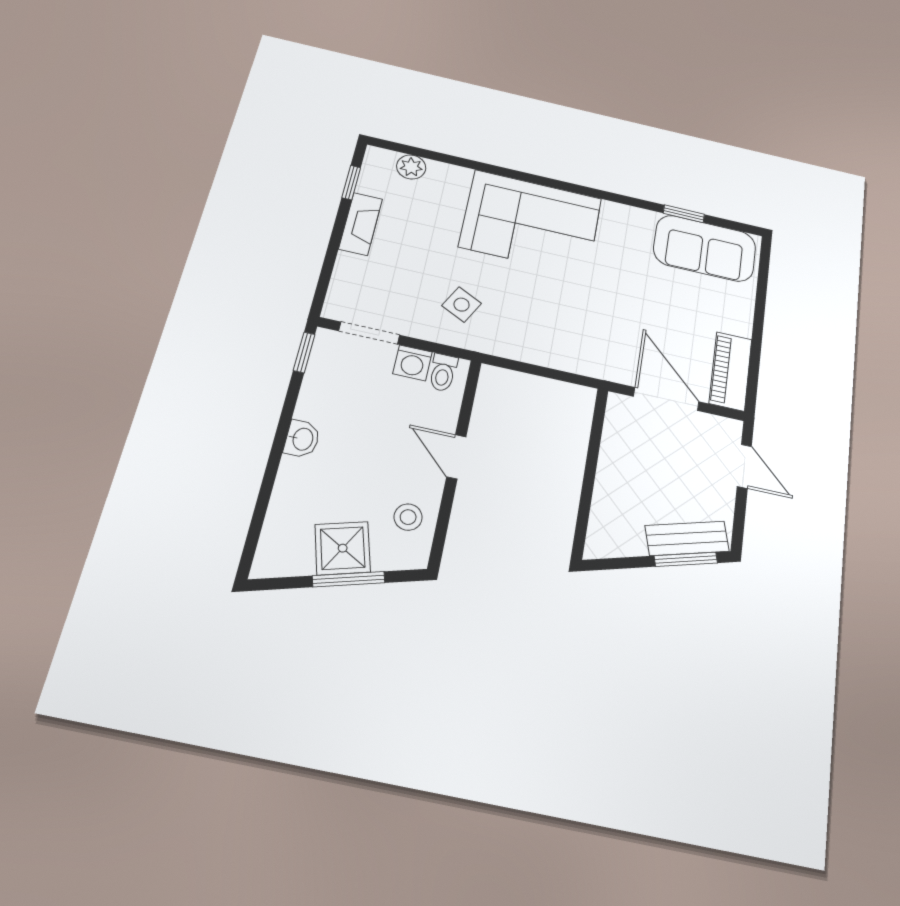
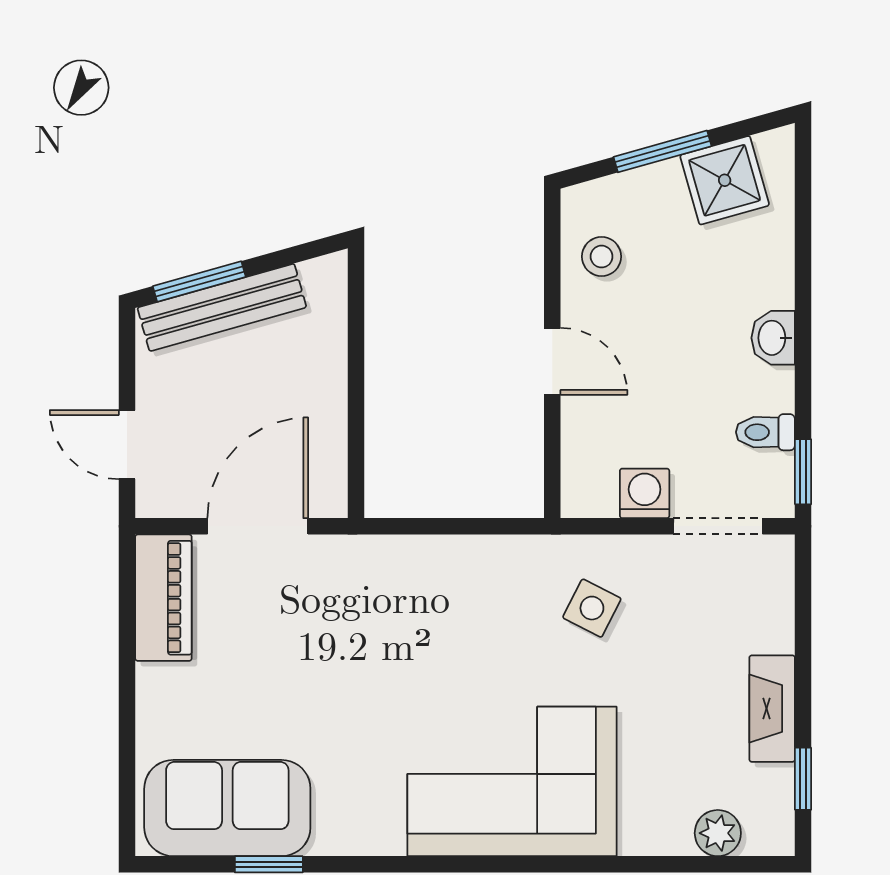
toilet: (443, 373) -> (765, 432), moved, turned -90
door: (666, 399) -> (258, 526), swing flipped
bench: (687, 538) -> (222, 307), width x1.36
shower: (343, 548) -> (725, 180), moved

